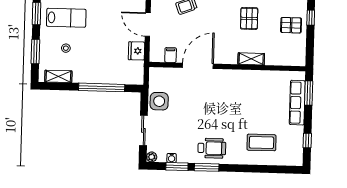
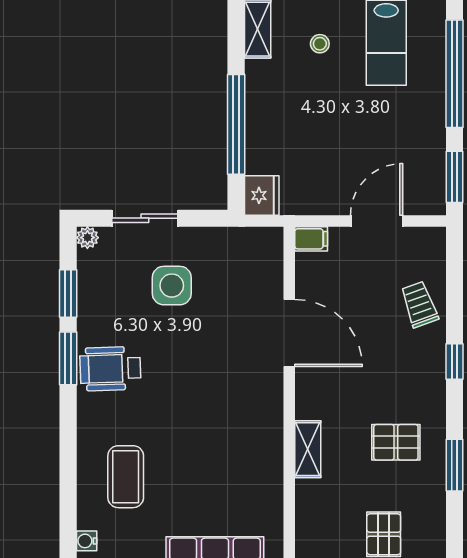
fridge: (137, 51) -> (262, 195), moved, turned 90
filing cabinet: (171, 55) -> (311, 239), moved
side table: (159, 101) -> (172, 286), moved
wheelchair: (212, 148) -> (110, 369), turned 88
water cooler: (172, 158) -> (87, 541), moved

